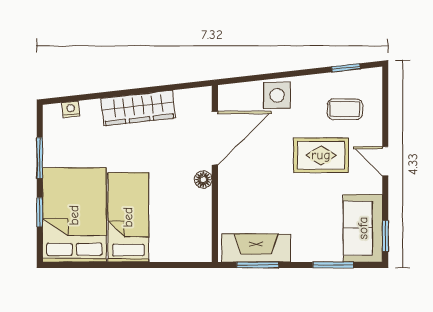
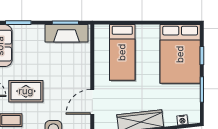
door: (215, 138) -> (92, 102), width x0.73
floor lamp: (203, 180) -> (100, 76), removed
bed: (128, 217) -> (122, 52), moved

